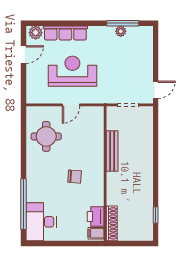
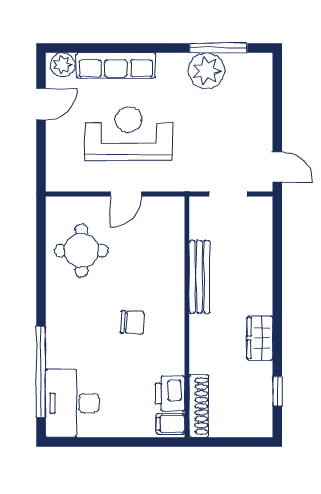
plant: (121, 31) -> (206, 71), width x1.88, depth x1.88
door: (156, 90) -> (277, 167), hinge flipped
wardrobe: (146, 185) -> (260, 338), added

